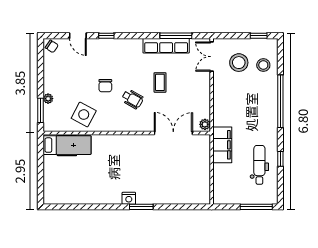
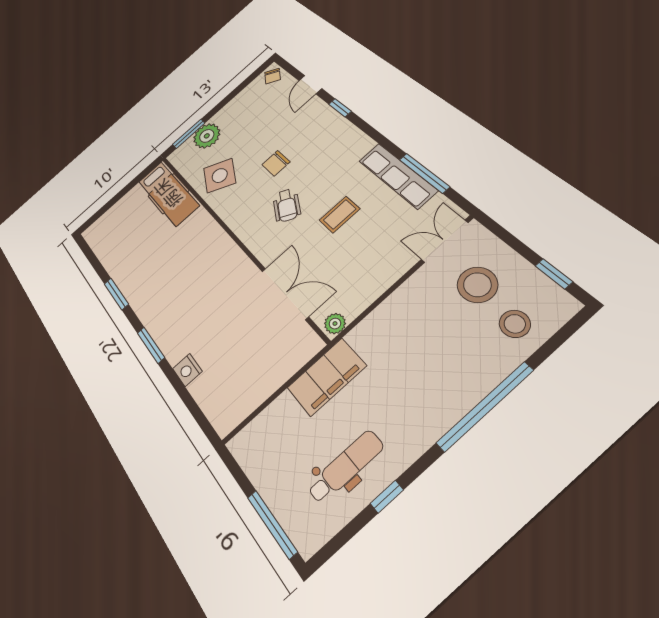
plant: (48, 99) -> (207, 136), width x1.88, depth x1.88
nightstand: (129, 198) -> (187, 370), moved
window: (98, 207) -> (116, 294), added

